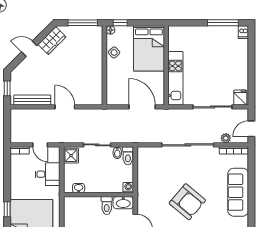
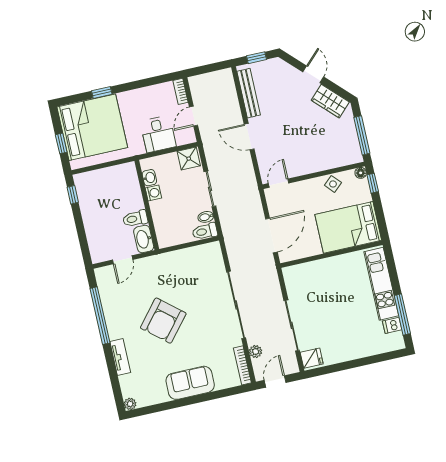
dishwasher: (243, 32) -> (392, 325), moved
kitchen unit: (175, 78) -> (381, 284), moved, turned 90
door: (104, 93) -> (279, 183), added
door: (65, 107) -> (249, 137), swing flipped
door: (251, 129) -> (275, 381), hinge flipped
washing machine: (128, 188) -> (153, 193), moved
sofa: (238, 192) -> (190, 383), width x0.73

